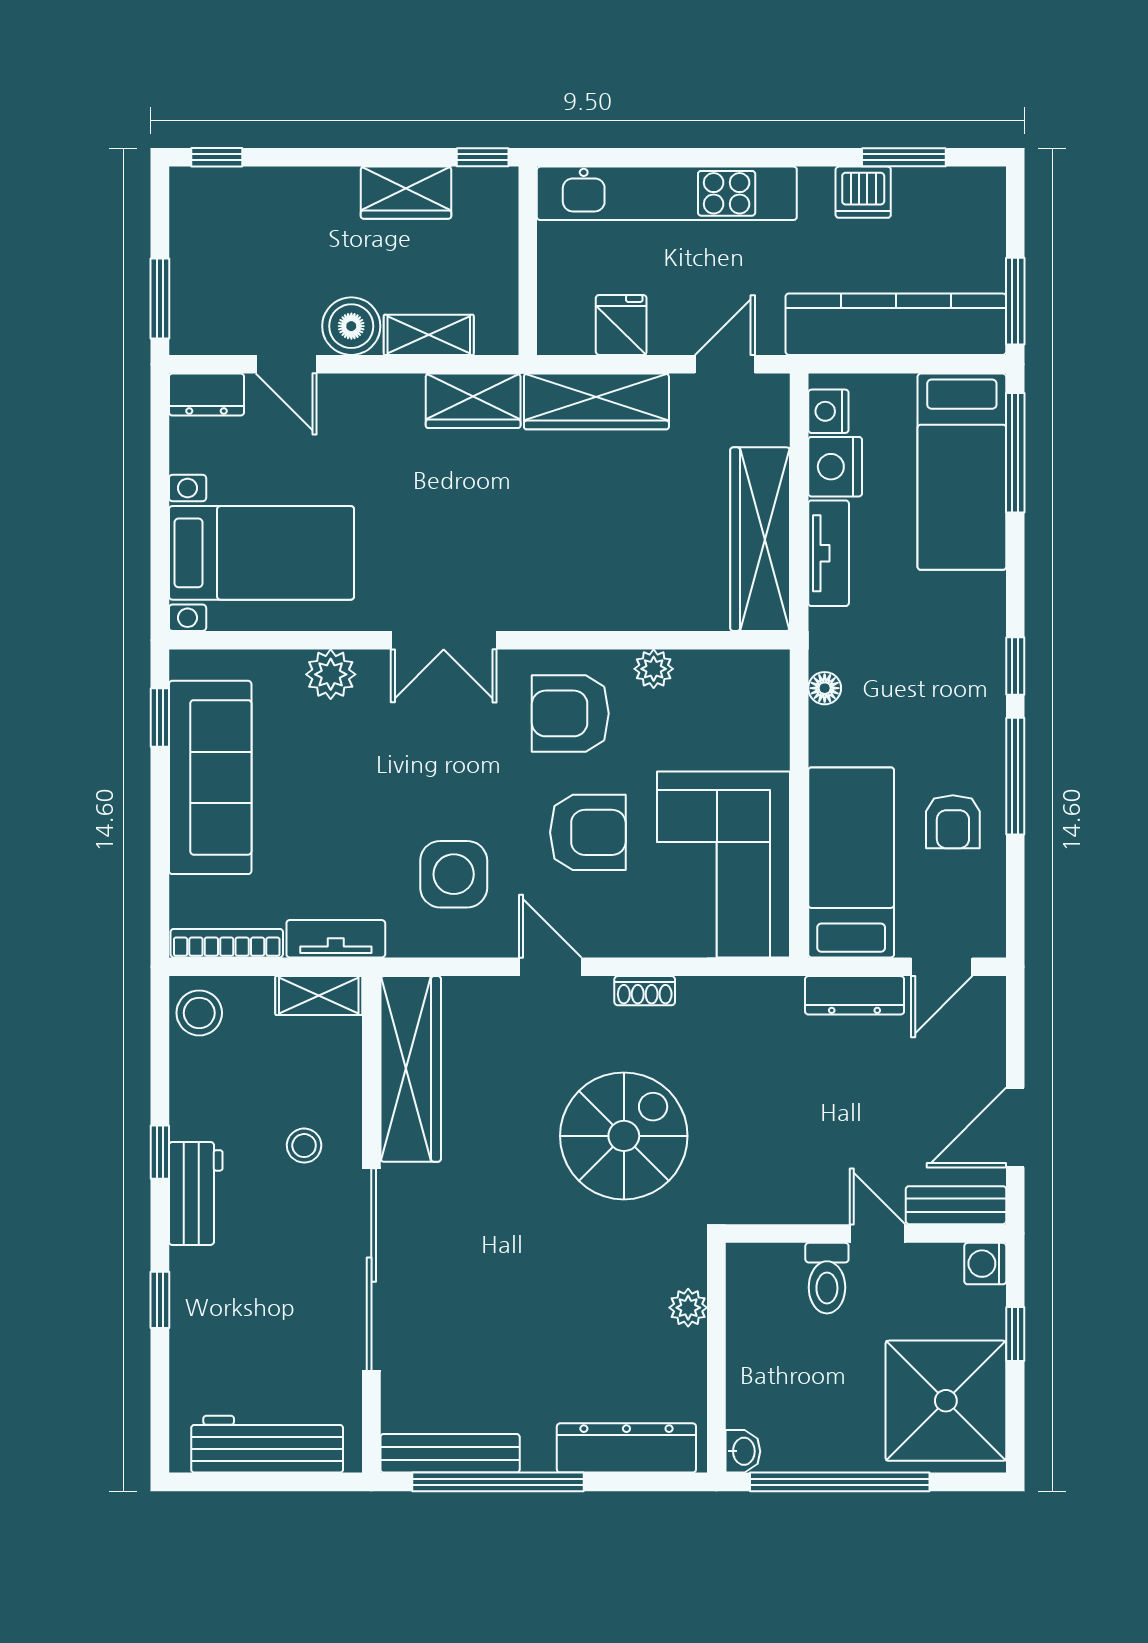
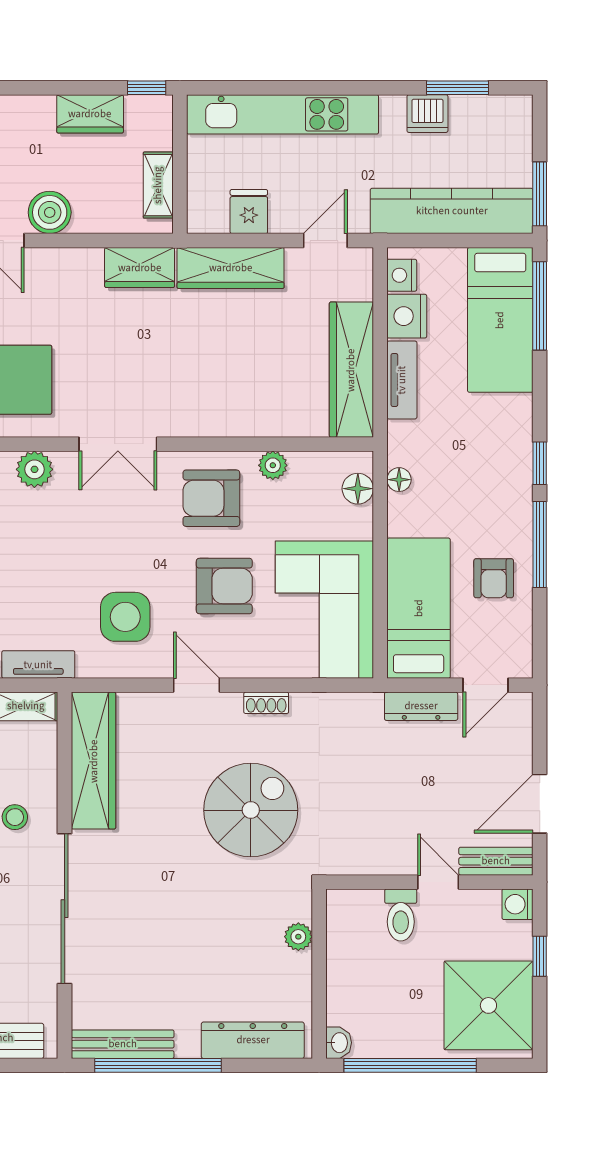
shelving: (429, 335) -> (158, 185), moved, turned 90
floor lamp: (769, 700) -> (358, 489), added

